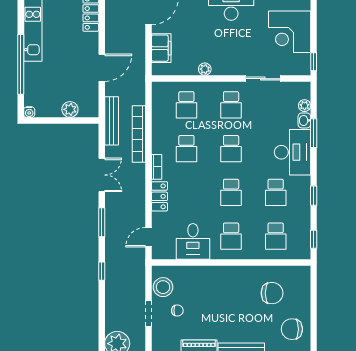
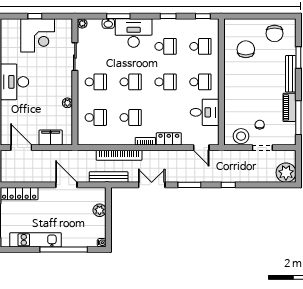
window: (314, 62) -> (35, 16), moved
plant: (305, 106) -> (82, 23), moved

